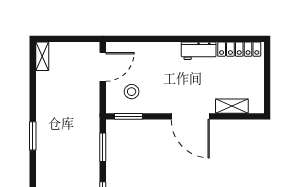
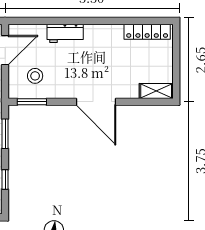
workbench: (199, 51) -> (65, 33), moved
shelving: (232, 106) -> (156, 91), moved

